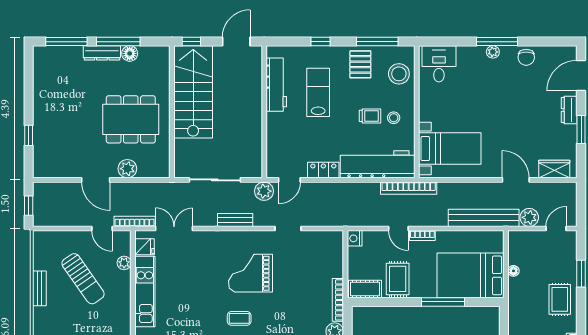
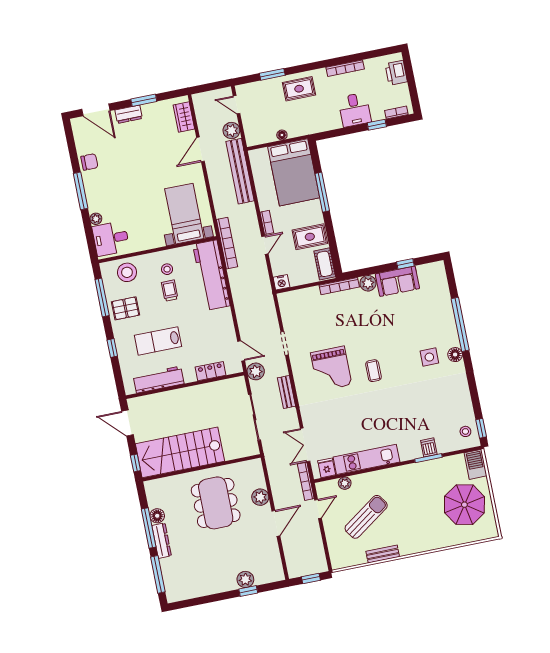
plant: (493, 52) -> (96, 219), moved
plant: (42, 135) -> (245, 579), added
locker: (323, 170) -> (210, 371), moved, turned 90

